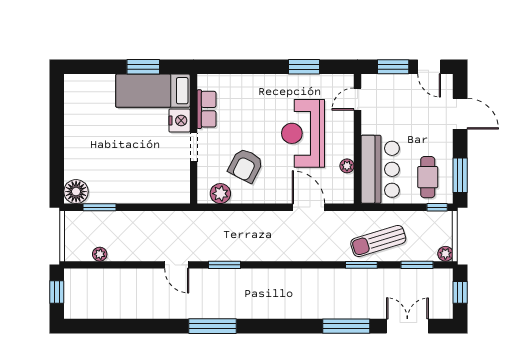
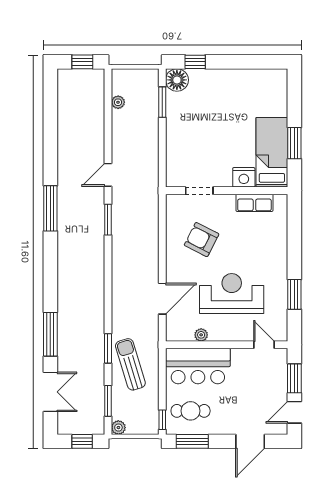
doorway: (194, 147) -> (199, 191), moved
window: (57, 172) -> (195, 62), added
plant: (220, 194) -> (175, 216), removed

